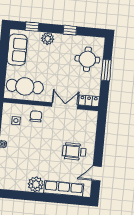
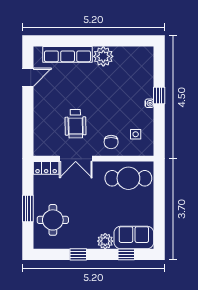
sofa: (17, 50) -> (134, 238), moved, turned 90
wheelchair: (74, 151) -> (76, 124), moved, turned 89

